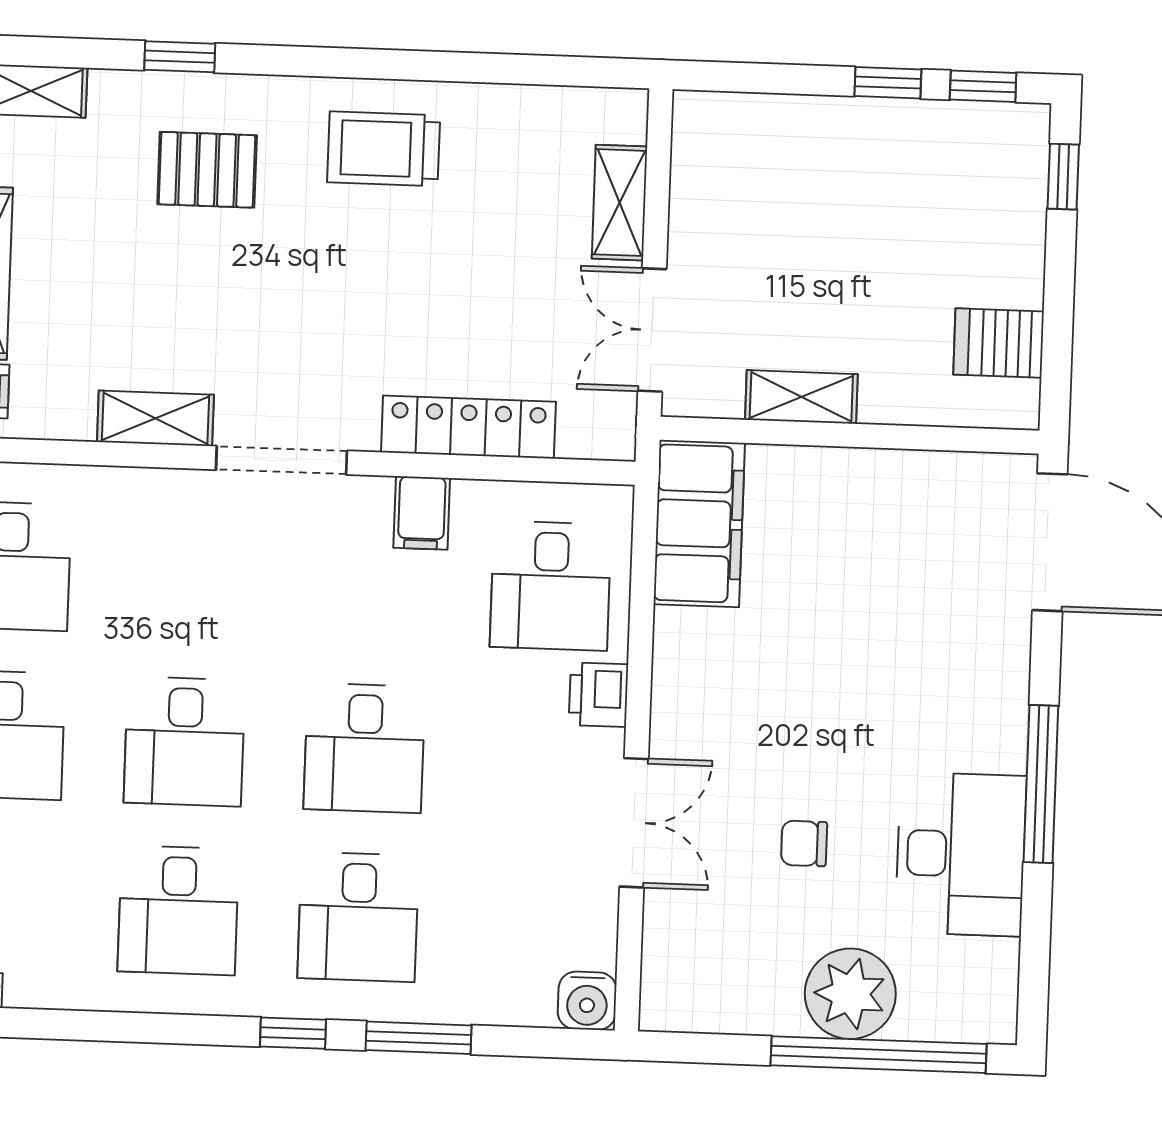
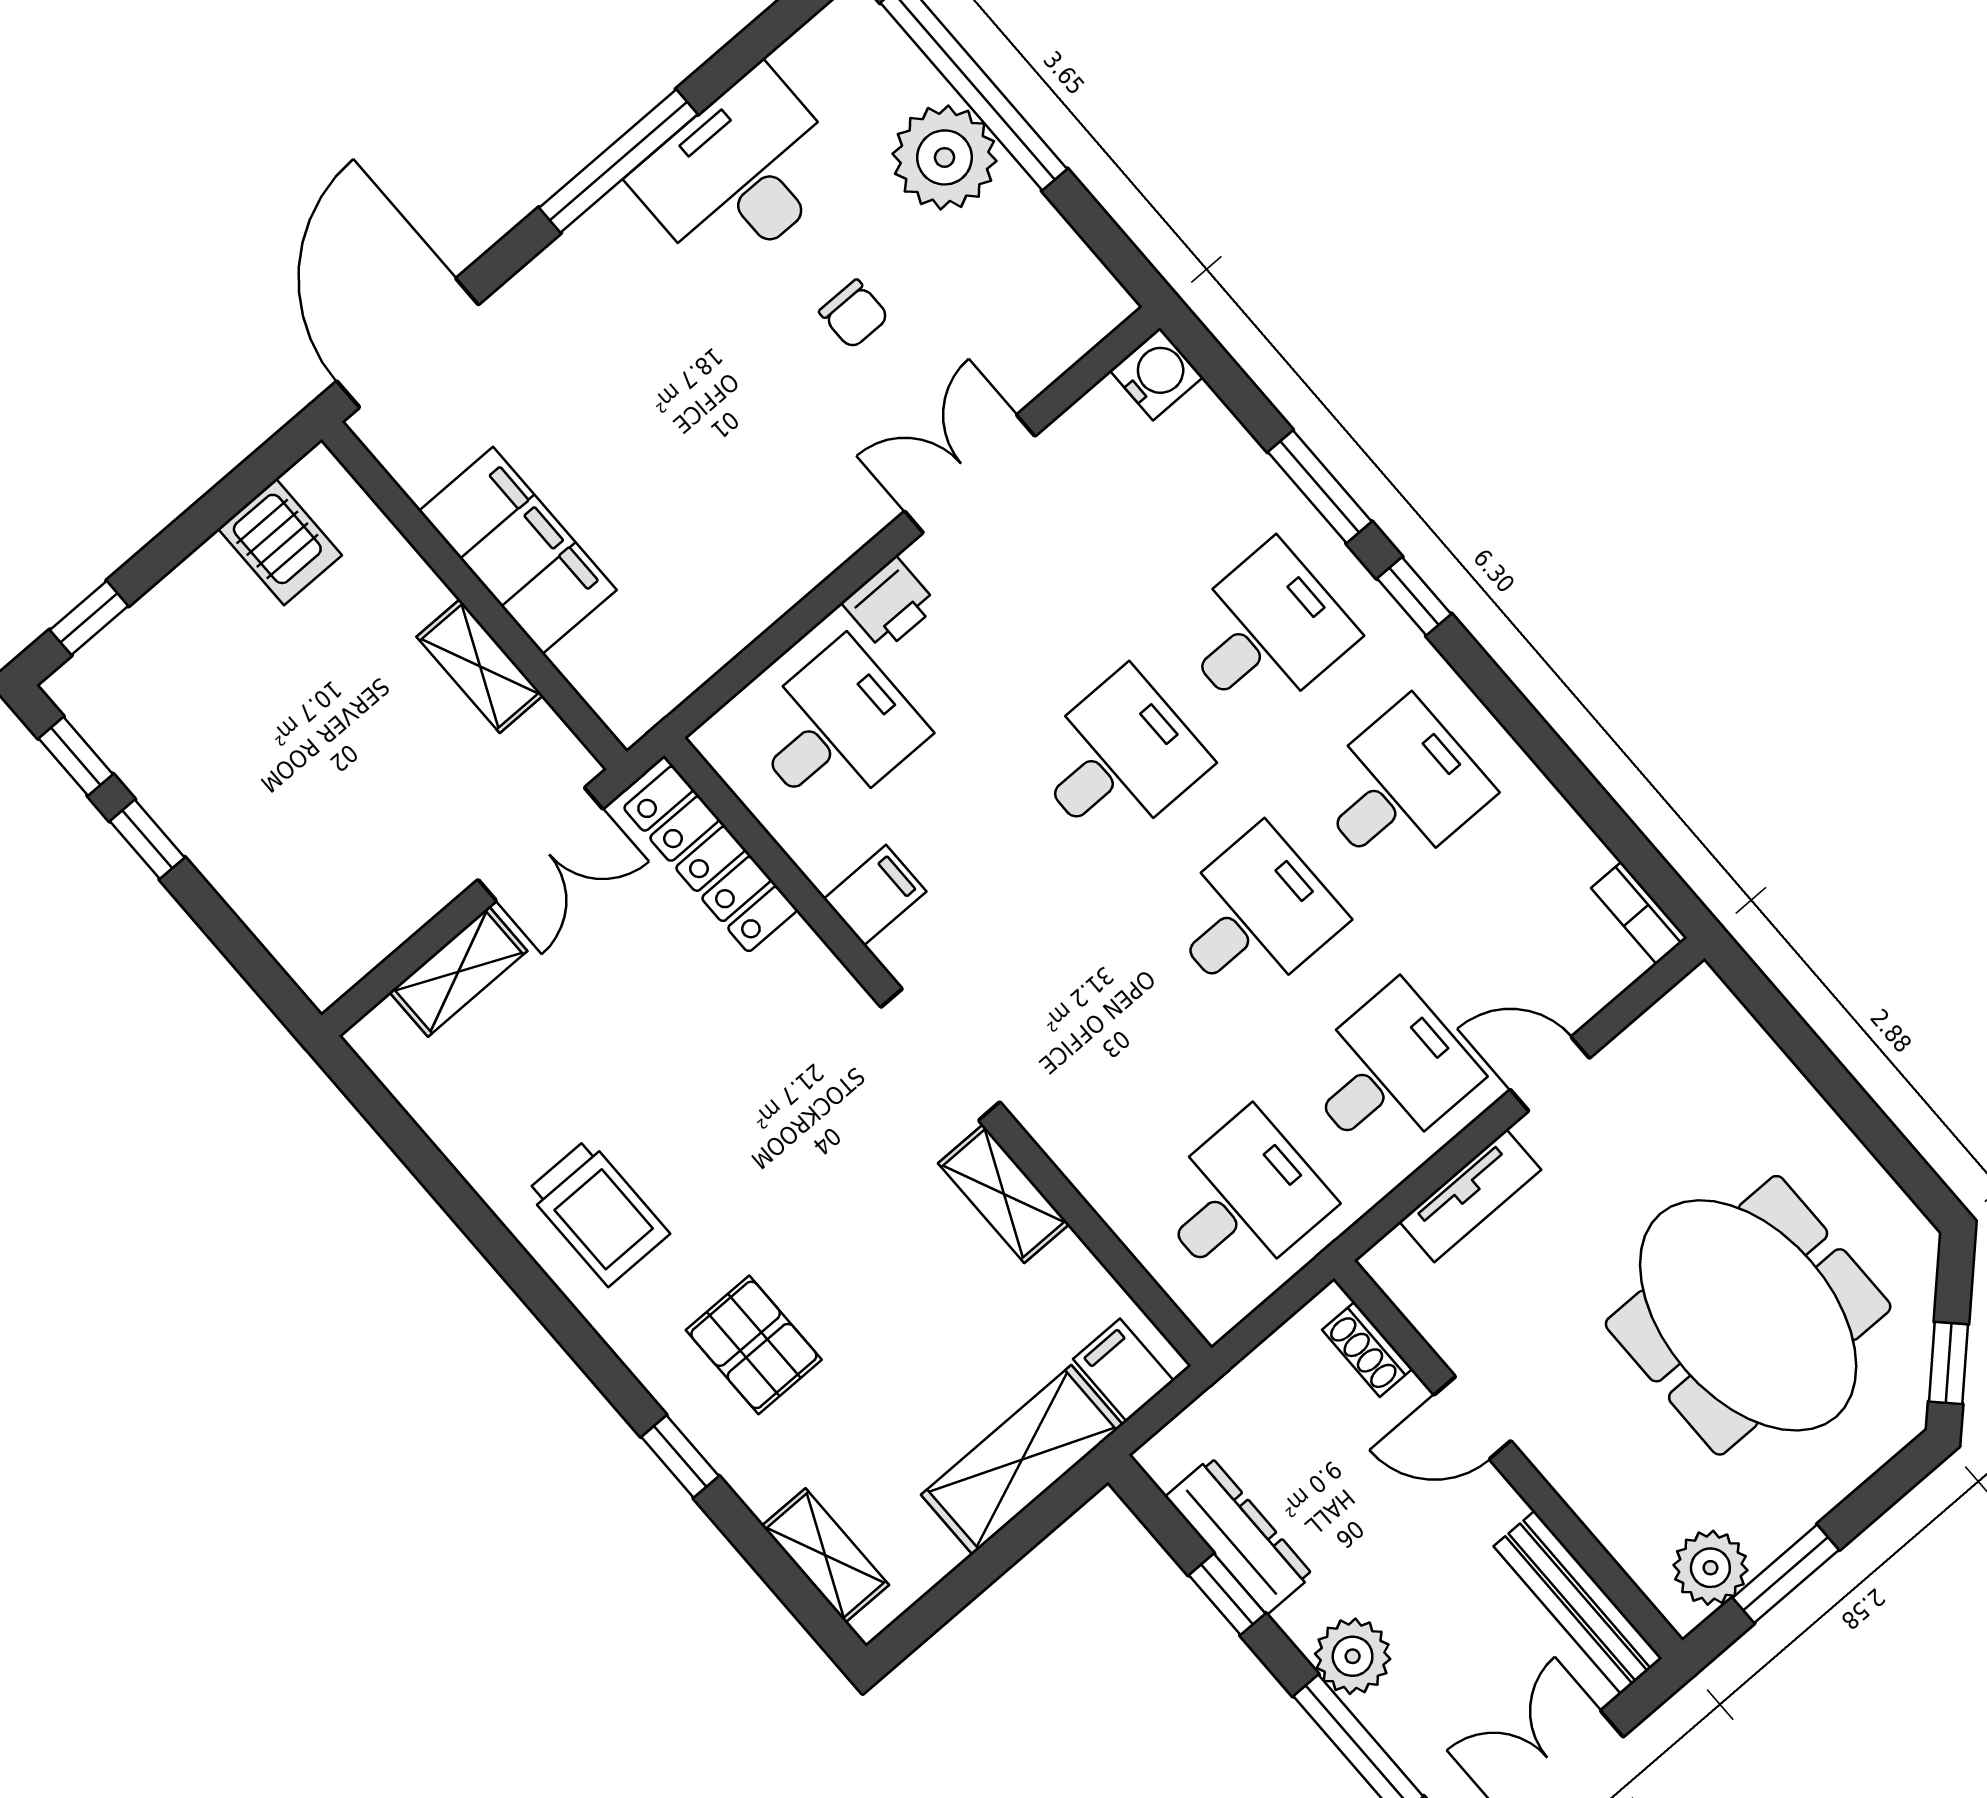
locker: (468, 427) -> (710, 859), moved
filing cabinet: (699, 524) -> (518, 550), moved, turned 90

